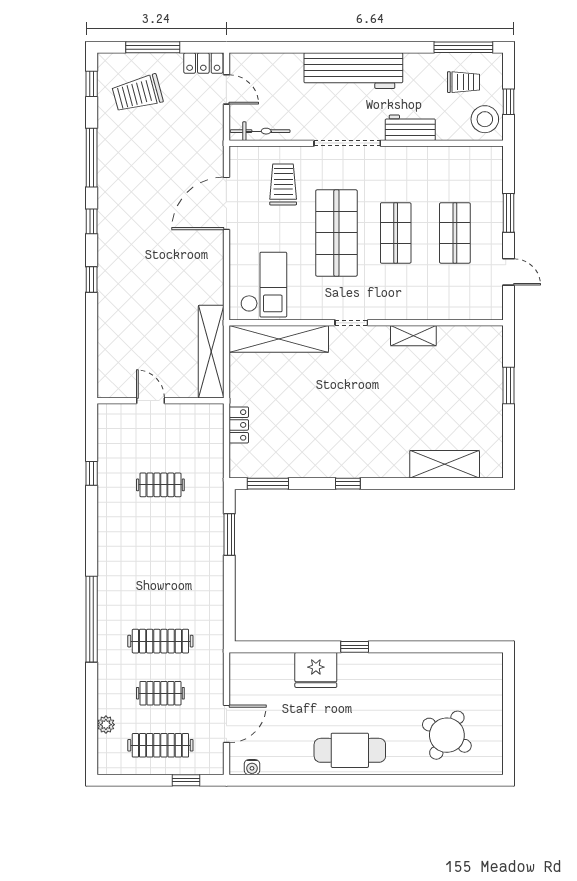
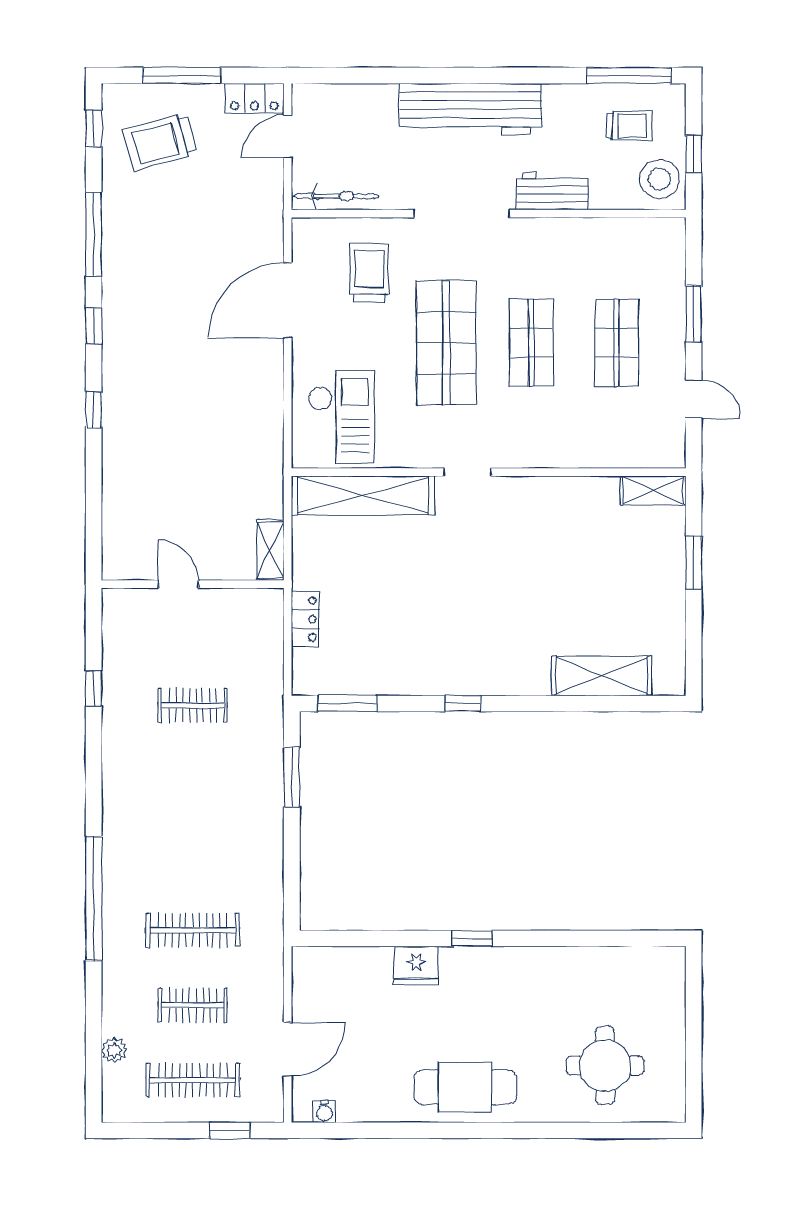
door: (226, 89) -> (288, 136), swing flipped
shelving: (413, 336) -> (653, 491), moved
shelving: (211, 352) -> (270, 550), width x0.45, depth x0.75
fridge: (316, 670) -> (416, 965), width x0.73, depth x0.75
round table: (447, 735) -> (605, 1066), turned -31

